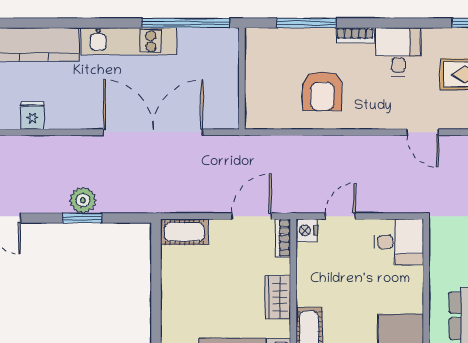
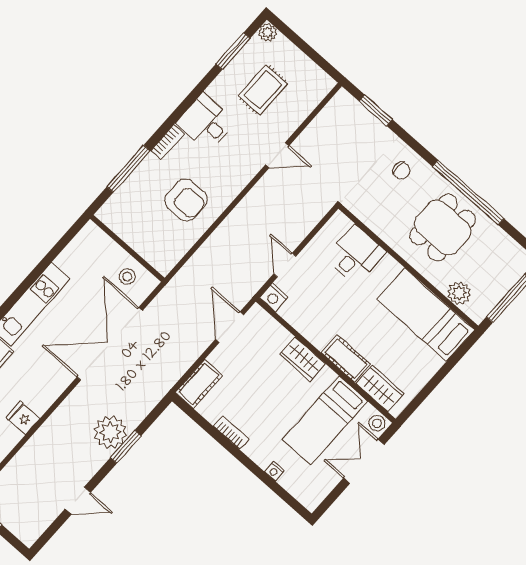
window: (185, 23) -> (53, 253), removed
stool: (219, 98) -> (127, 277), added
plant: (83, 200) -> (110, 432), width x1.36, depth x1.36
bookcase: (283, 238) -> (231, 433), moved, turned 180
desk: (399, 242) -> (355, 255), moved

